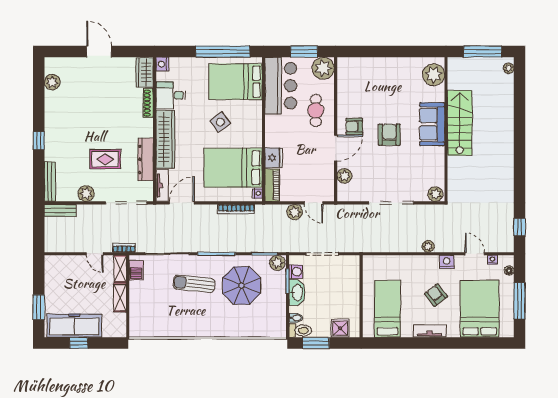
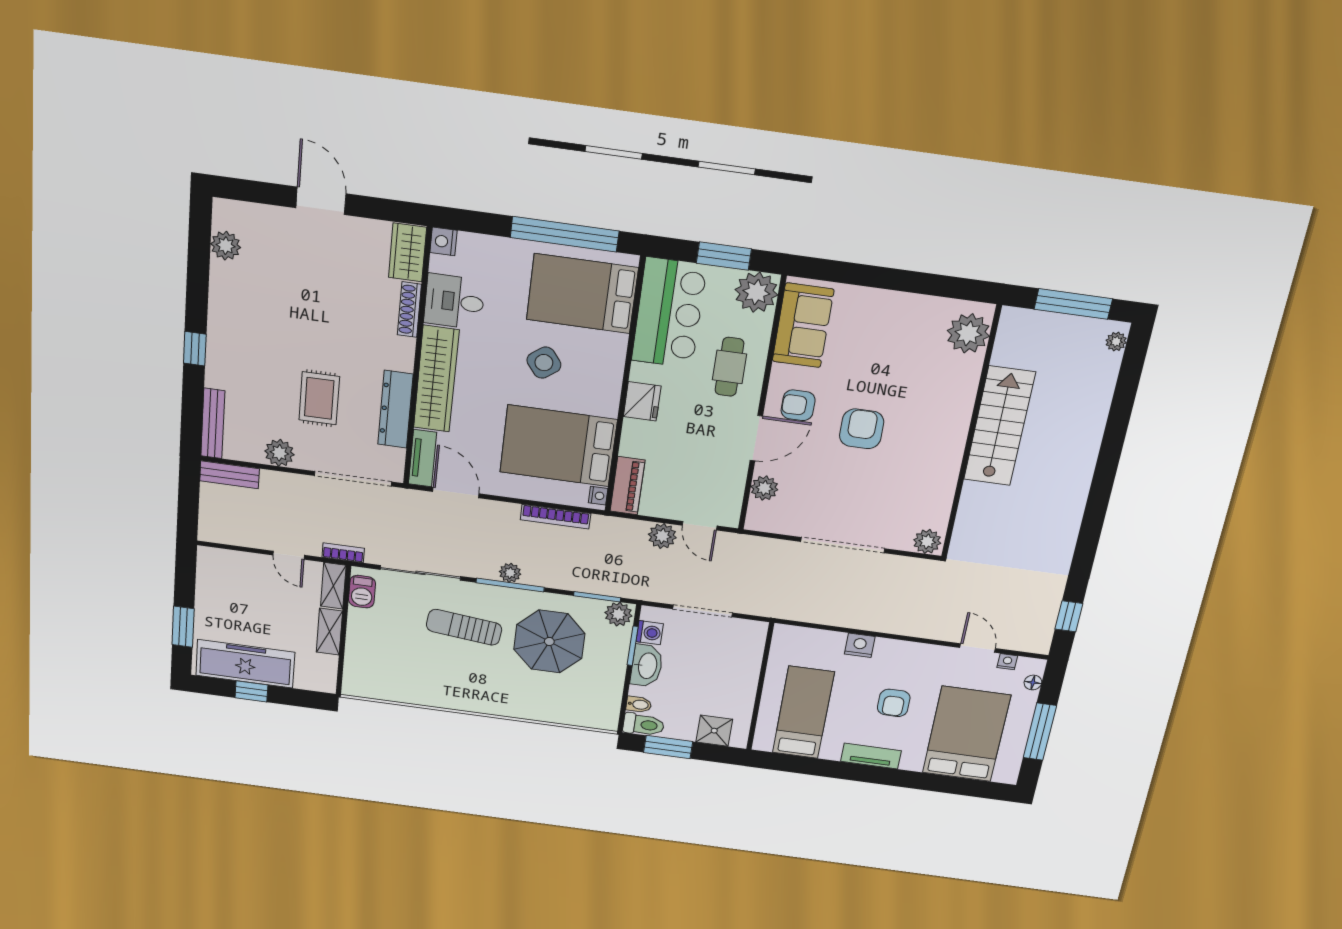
sofa: (432, 124) -> (803, 325), moved, turned 180
fridge: (274, 158) -> (642, 401), moved
rug: (105, 159) -> (319, 398), turned 90
door: (182, 203) -> (456, 493), hinge flipped
plant: (428, 246) -> (510, 573), moved
nightstand: (447, 262) -> (860, 645), moved
armchair: (436, 295) -> (894, 703), turned -142

